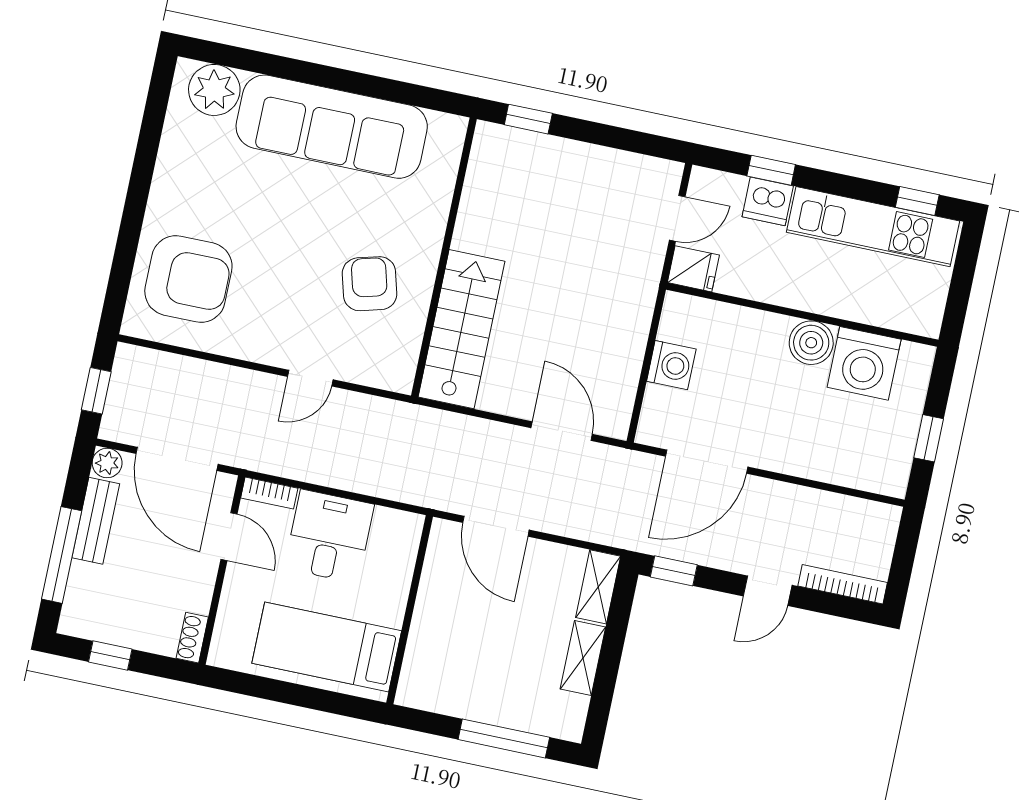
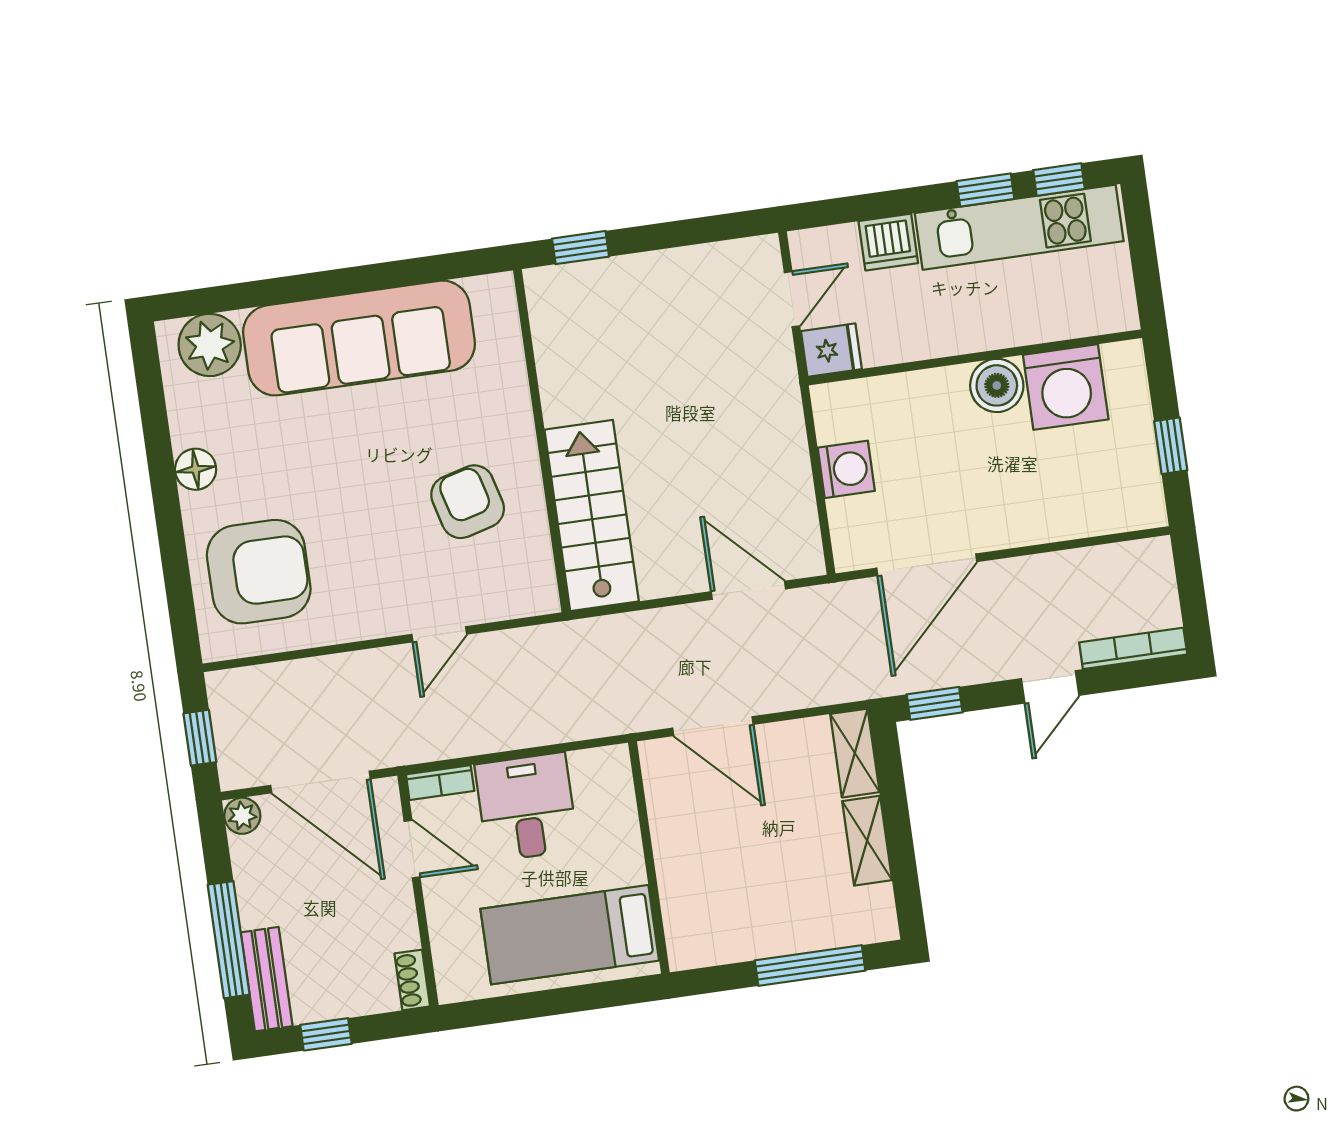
window: (771, 170) -> (985, 190), moved
floor lamp: (168, 182) -> (196, 469), added
bench: (96, 521) -> (267, 979), moved

